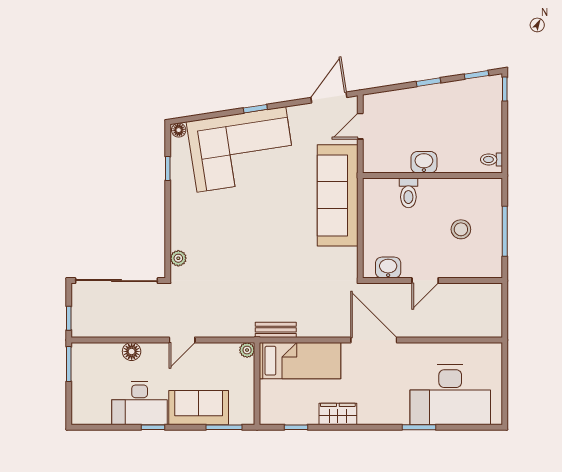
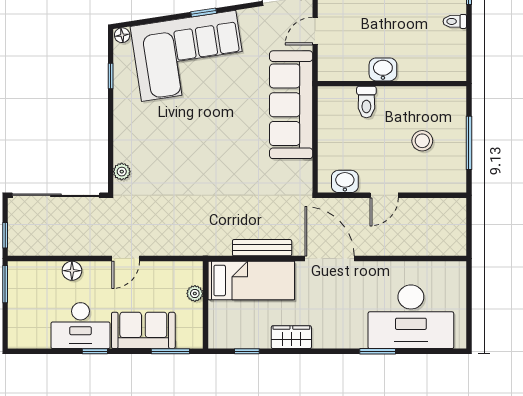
toilet: (492, 159) -> (455, 21), moved
bench: (276, 330) -> (262, 248), moved, width x1.36
plant: (247, 350) -> (195, 293), moved

